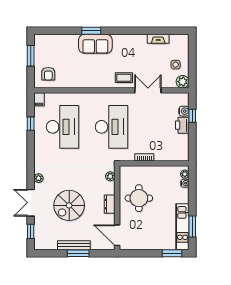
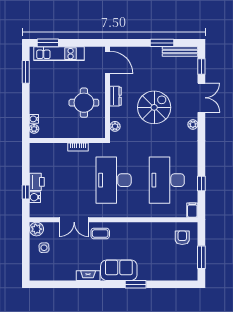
fireplace: (158, 39) -> (88, 276), moved
sofa: (95, 44) -> (119, 270), moved
spiral stairs: (69, 205) -> (154, 107), moved
kitchen unit: (182, 227) -> (59, 54), moved, turned 90
bench: (74, 245) -> (180, 51), moved
window: (78, 253) -> (162, 43), moved

